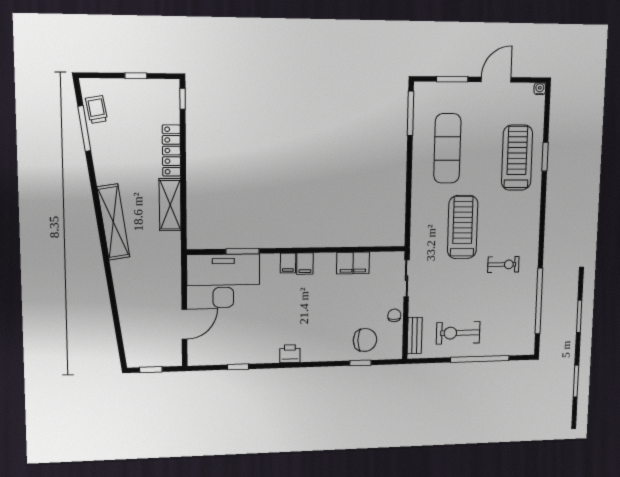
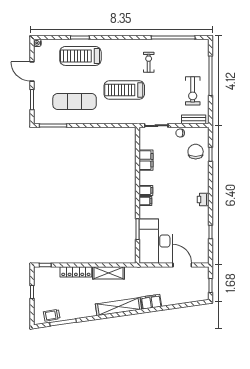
filing cabinet: (123, 275) -> (151, 302), added

